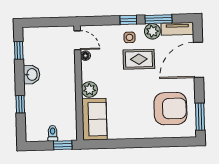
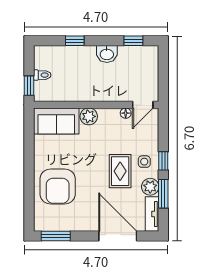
armchair: (170, 109) -> (58, 186), moved

